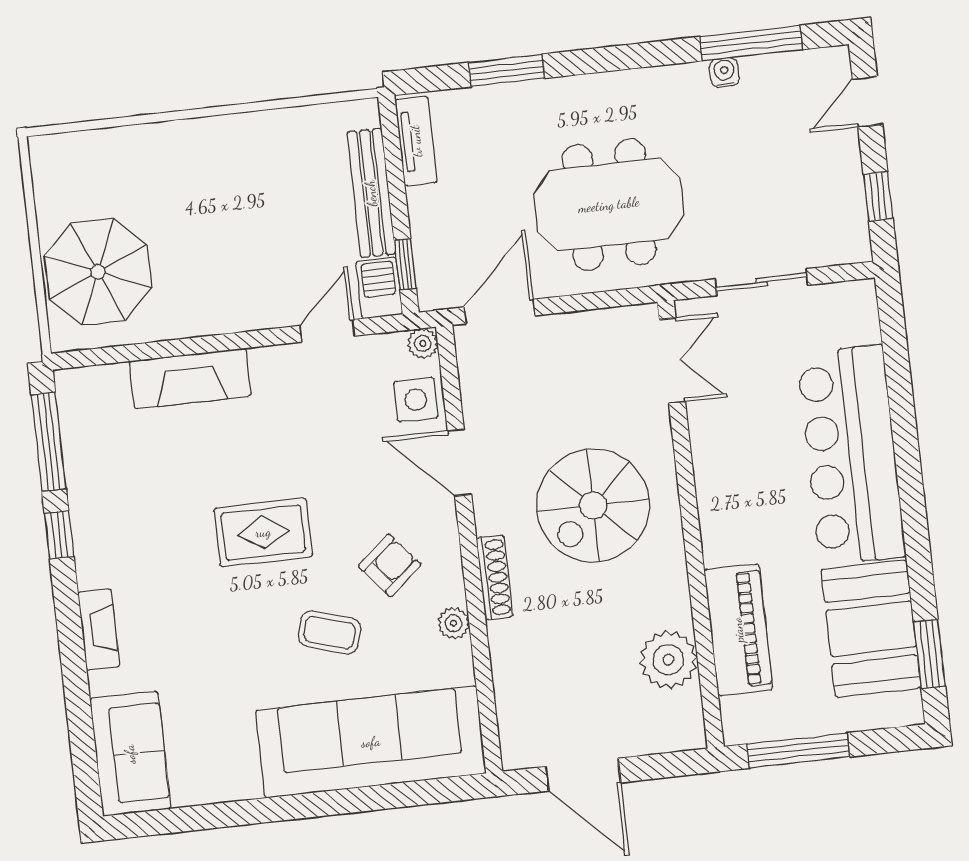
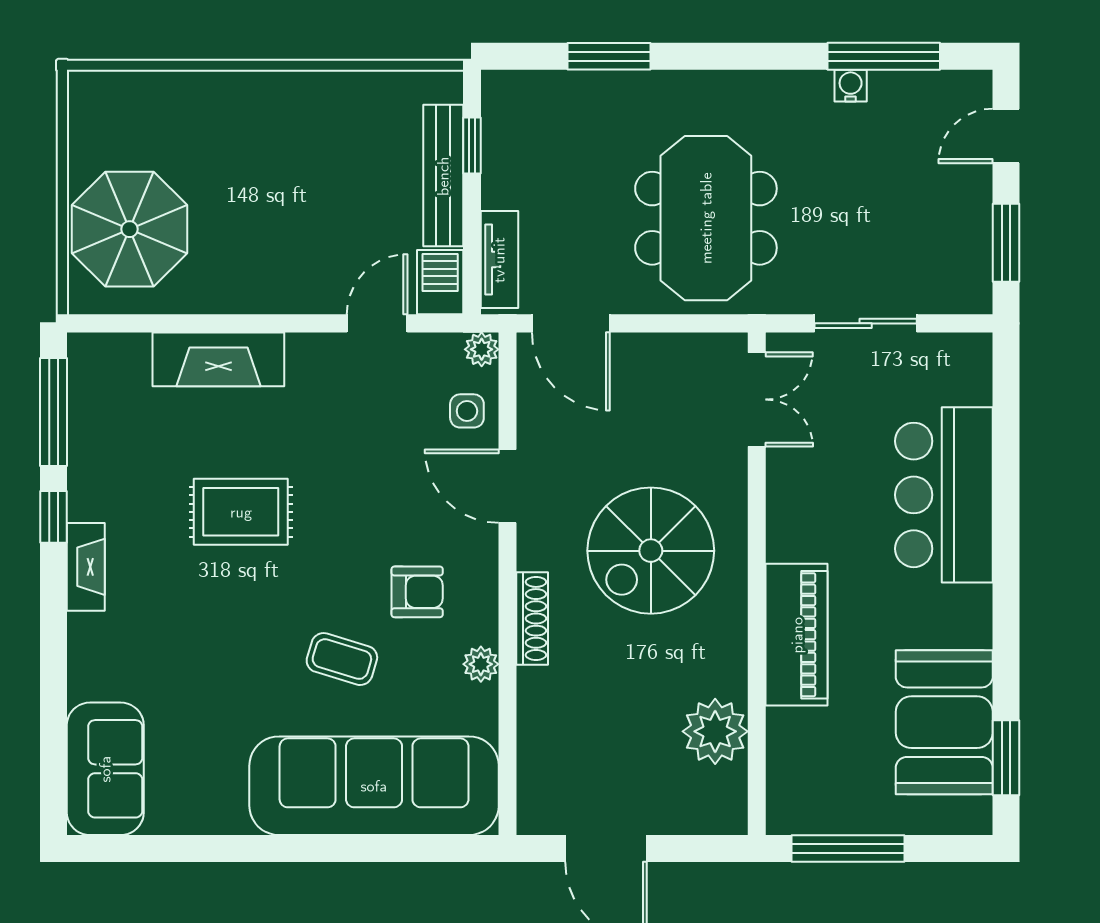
tv unit: (416, 141) -> (499, 260), moved
window: (878, 196) -> (1006, 243), width x1.50
meeting table: (609, 205) -> (706, 218), turned 90
window: (405, 264) -> (472, 146), moved
door: (500, 311) -> (571, 323), swing flipped
side table: (416, 400) -> (467, 411), width x0.73, depth x0.73
bar counter: (851, 455) -> (944, 495), width x0.73
rug: (263, 532) -> (241, 512), moved
armchair: (390, 565) -> (417, 592), turned 40
fireplace: (99, 629) -> (86, 567), moved
piano: (738, 630) -> (797, 635), moved

